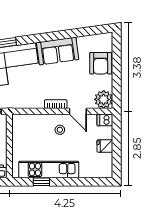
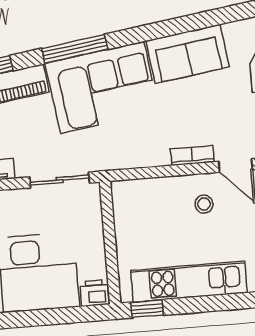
window: (41, 182) -> (147, 309), moved

